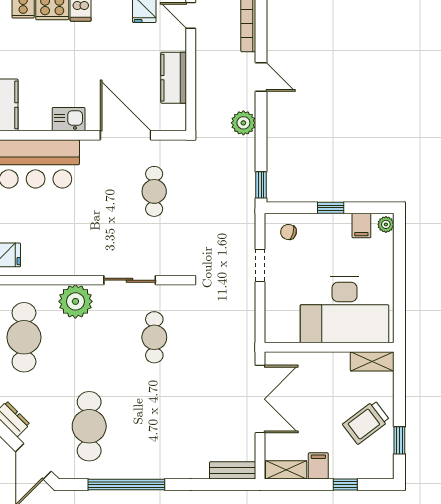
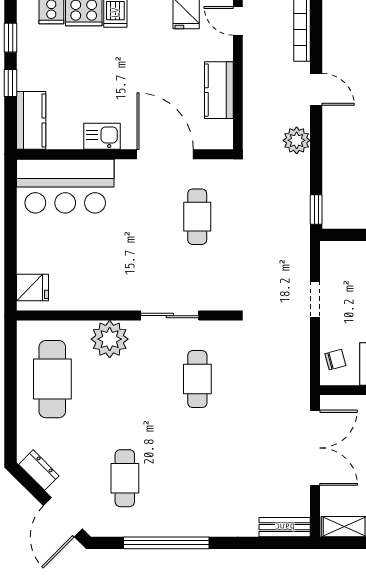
chair: (288, 232) -> (335, 360), moved, turned 149
cafe table: (89, 426) -> (125, 478), width x0.73, depth x0.74

